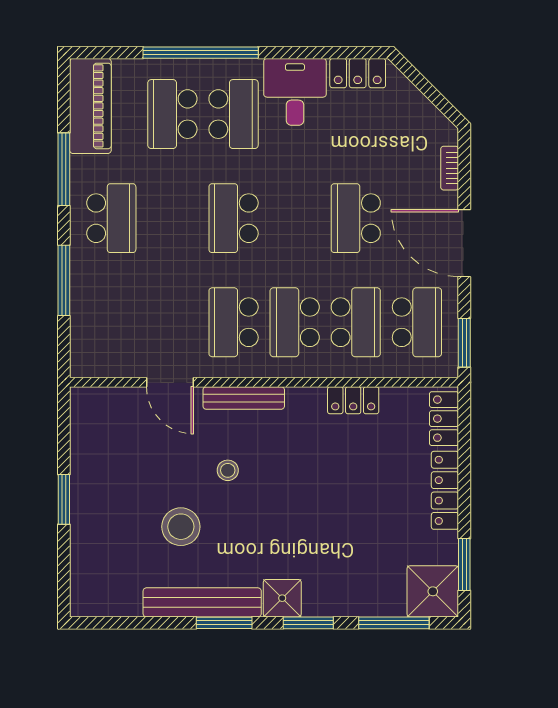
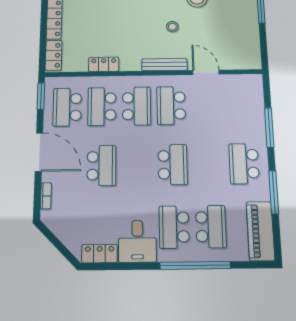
school desk: (234, 322) -> (171, 106), turned 180

